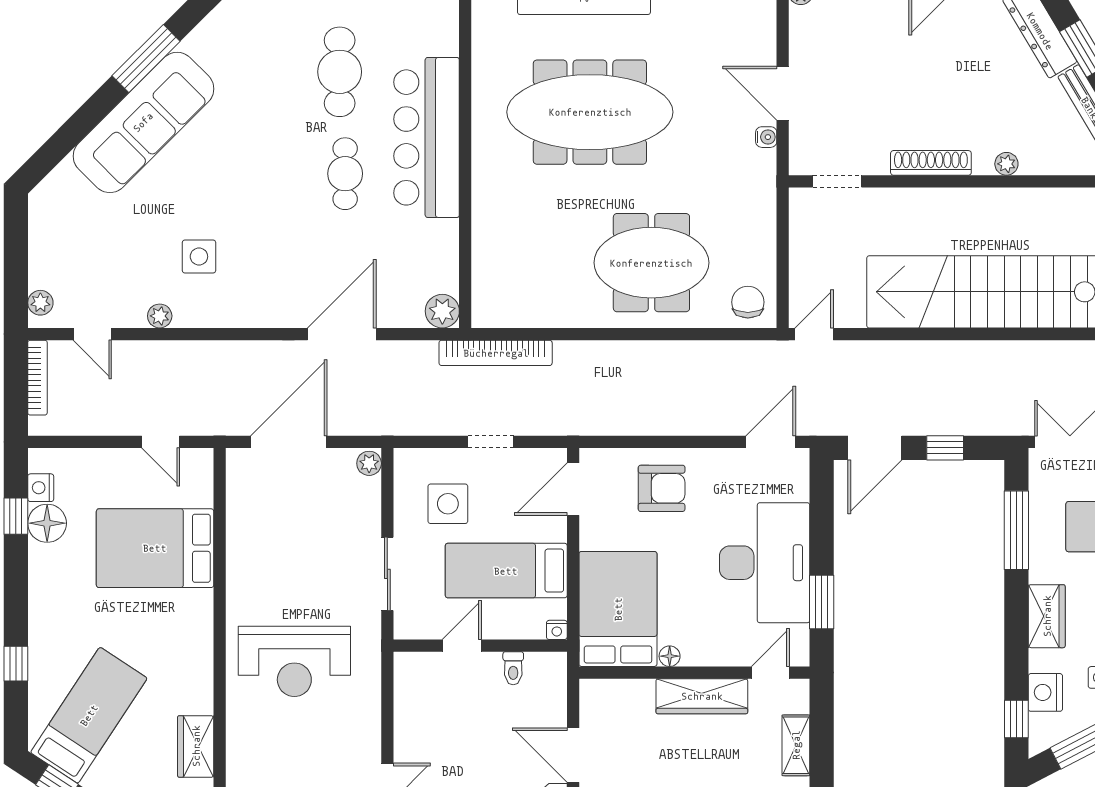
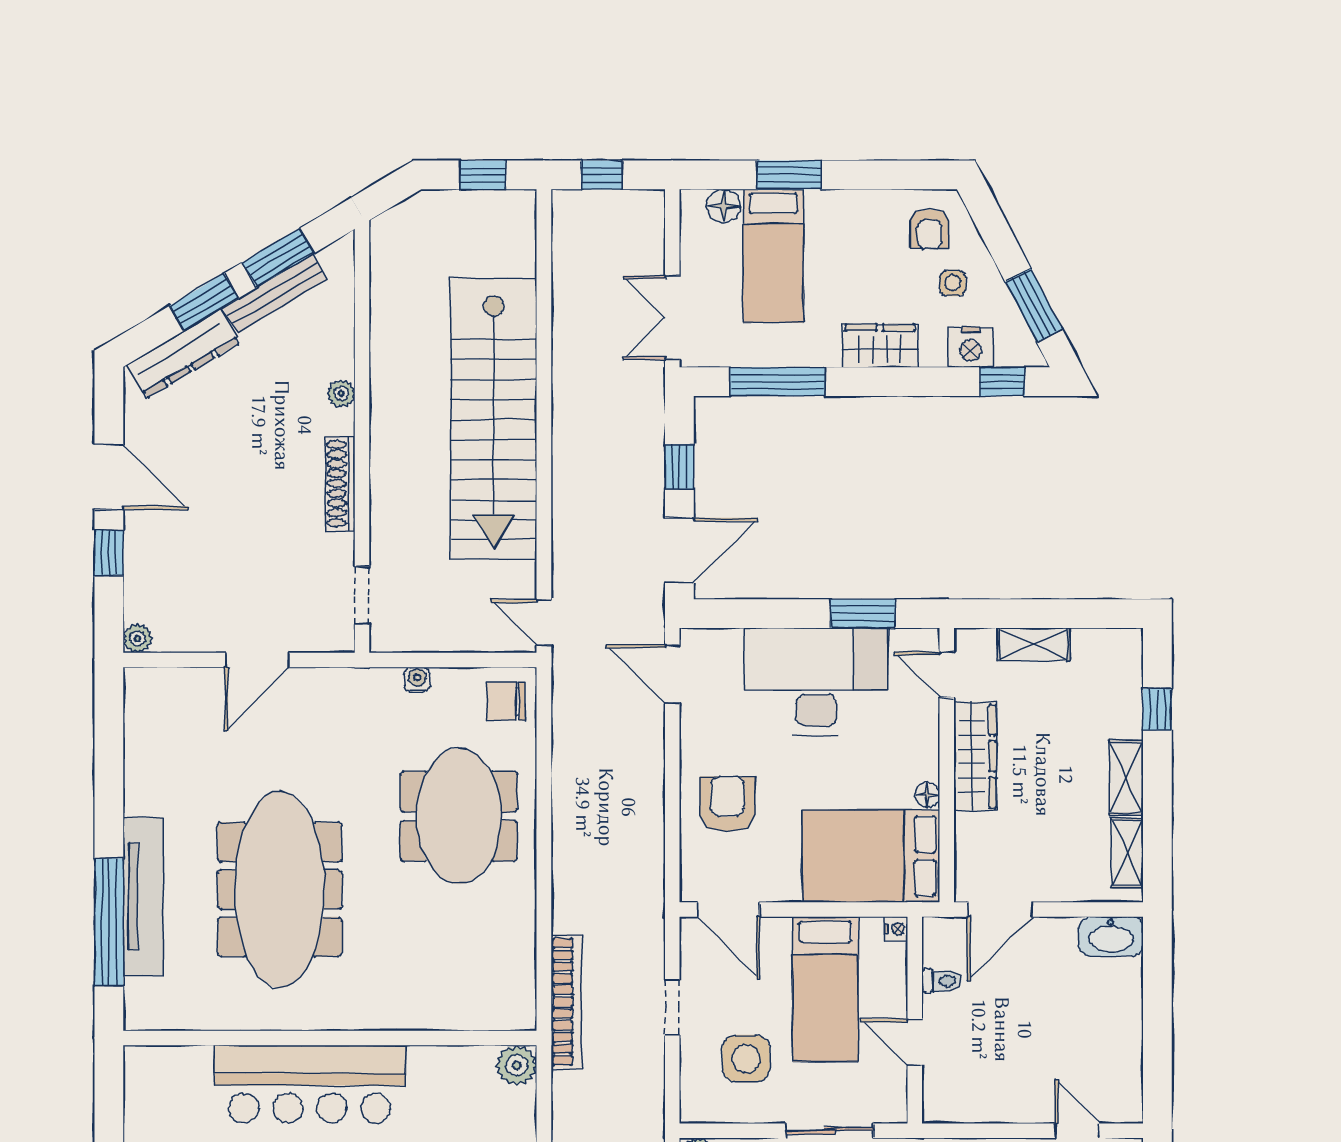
water cooler: (766, 137) -> (417, 680), moved
door: (875, 448) -> (679, 550), hinge flipped
door: (573, 755) -> (1000, 910), moved

